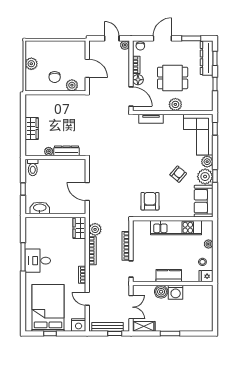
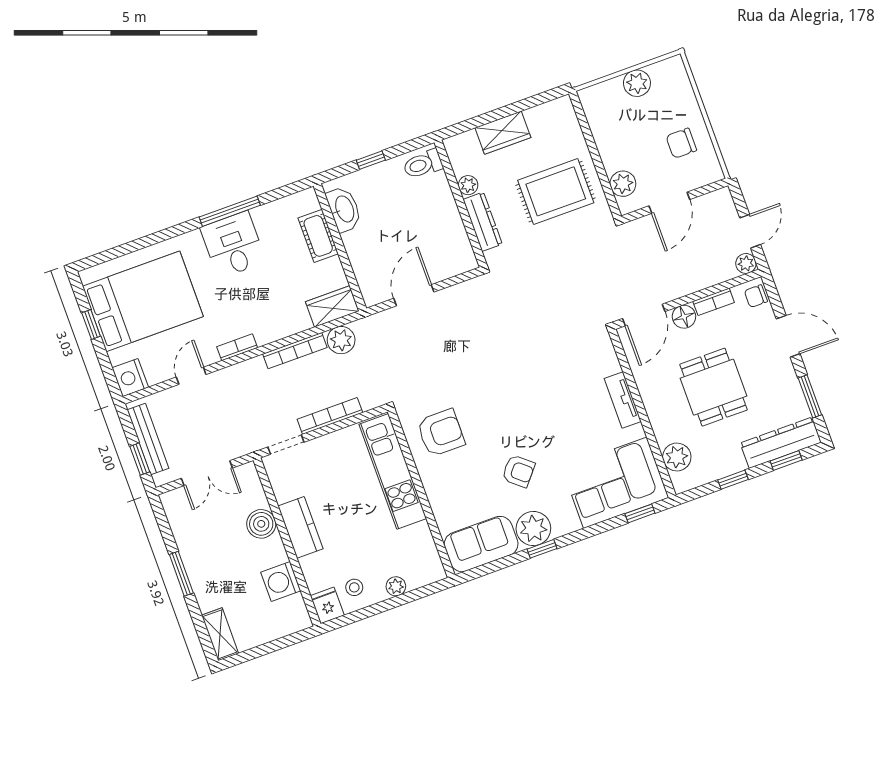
chair: (55, 77) -> (681, 143), moved
plant: (175, 104) -> (677, 457), moved
rug: (65, 115) -> (556, 191), added
tv unit: (151, 119) -> (623, 400), moved
plant: (207, 162) -> (566, 522), removed
cot: (47, 223) -> (318, 236), added
kitchen unit: (176, 228) -> (393, 471), moved
washing machine: (176, 292) -> (281, 582), moved
shelving: (144, 326) -> (220, 634), moved

